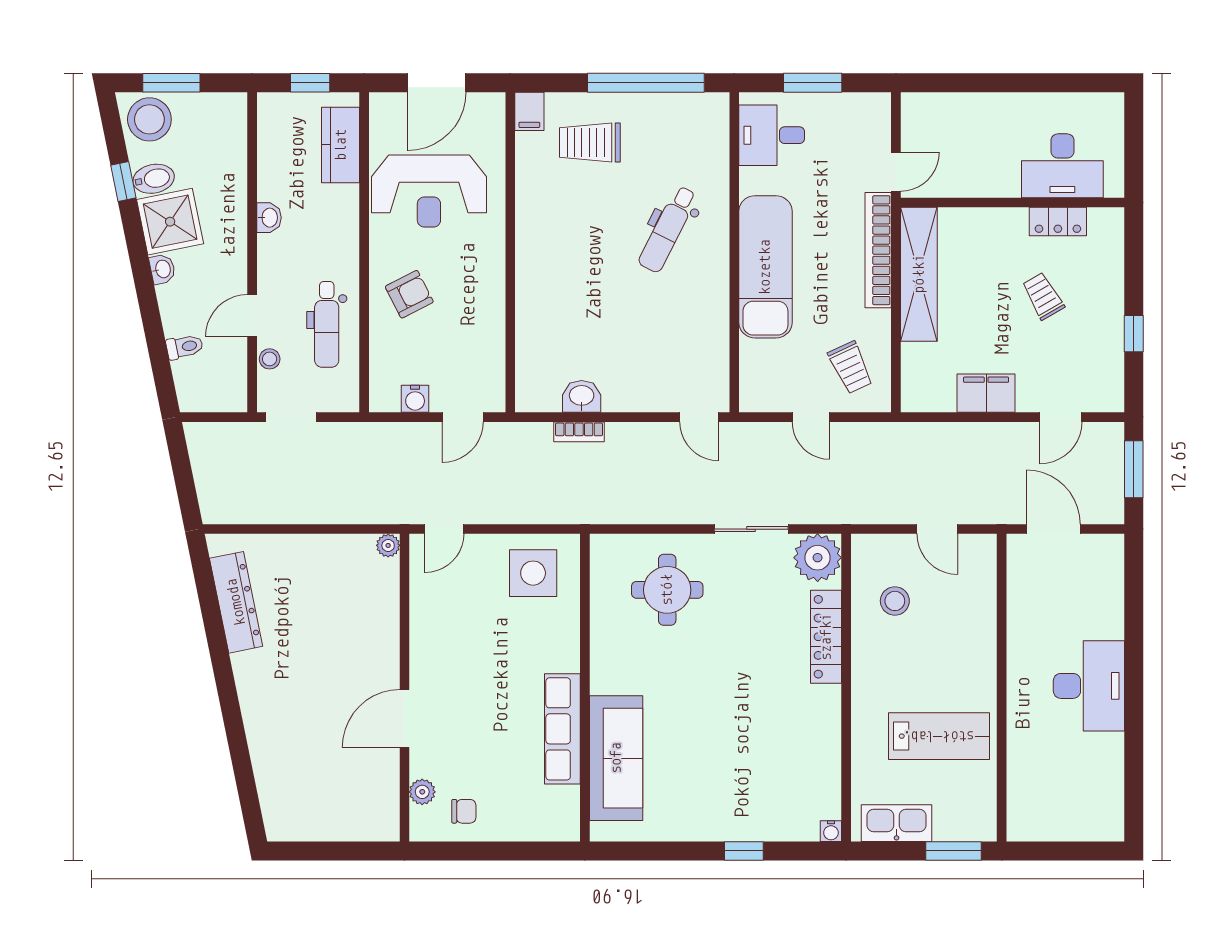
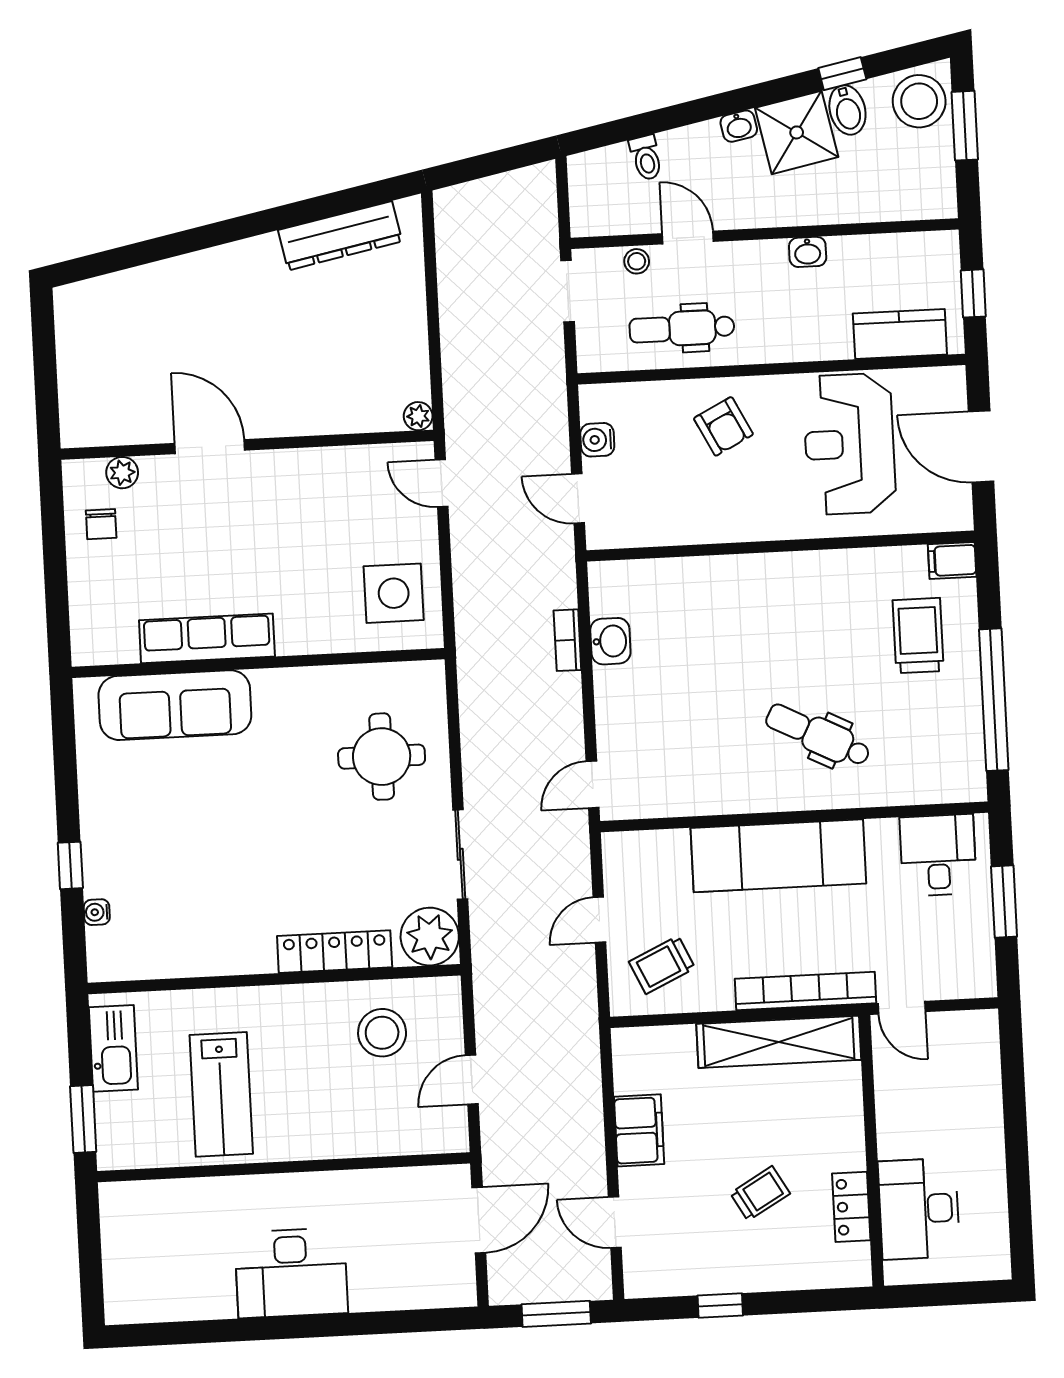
stool: (895, 601) -> (382, 1033), width x1.38, depth x1.38
water cooler: (831, 831) -> (97, 912), moved

